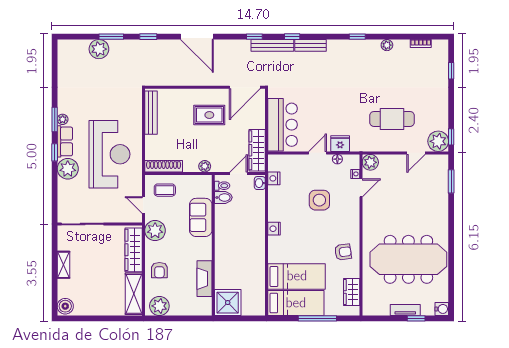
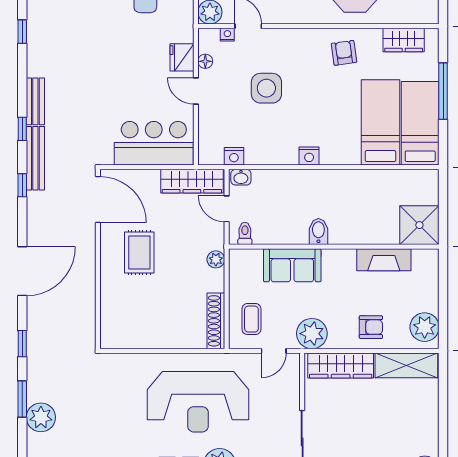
bench: (151, 113) -> (136, 340), removed
reception desk: (109, 154) -> (198, 402), turned 180
bidet: (223, 197) -> (318, 232), moved

